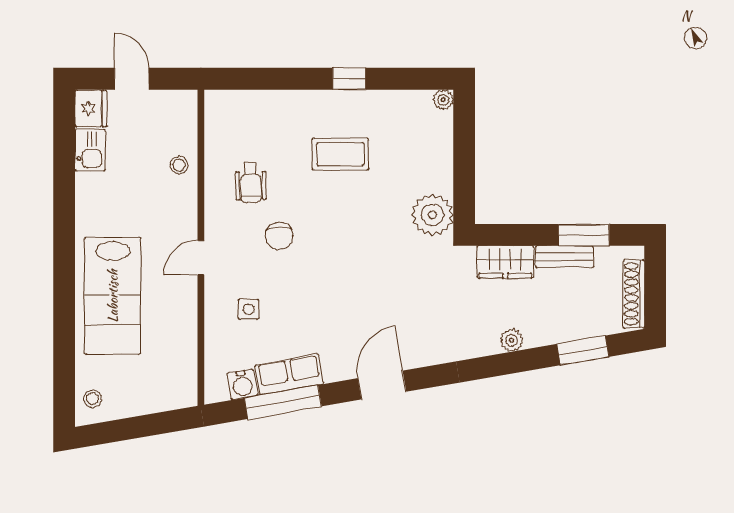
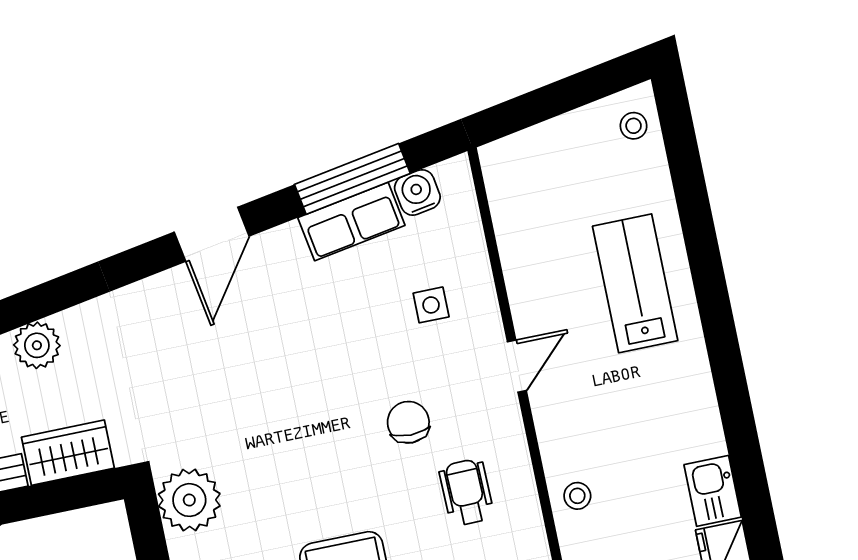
lab bench: (113, 296) -> (635, 283), width x0.73, depth x0.72
plant: (512, 340) -> (37, 345), width x1.38, depth x1.38

